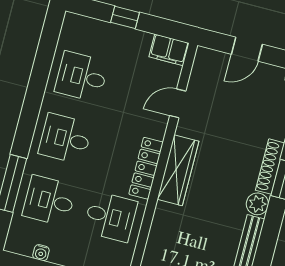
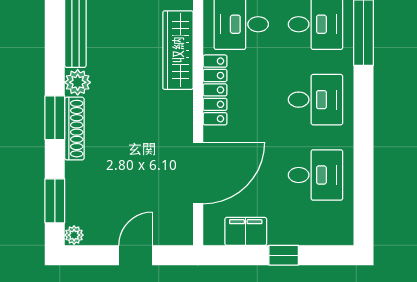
filing cabinet: (169, 50) -> (246, 231), moved
door: (178, 103) -> (198, 173), width x1.87
wardrobe: (178, 170) -> (178, 50), moved

